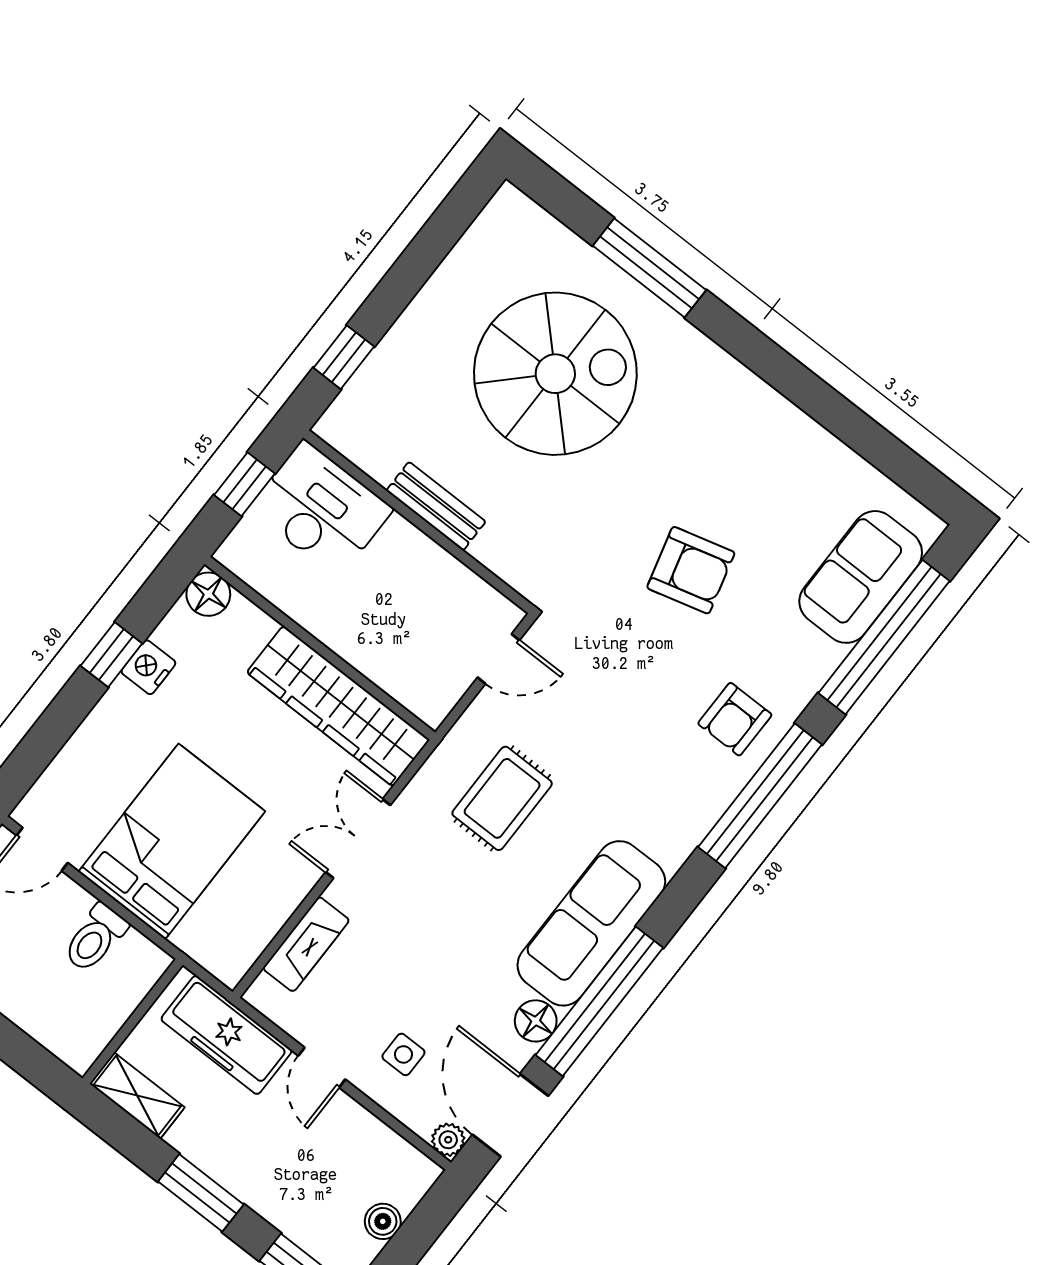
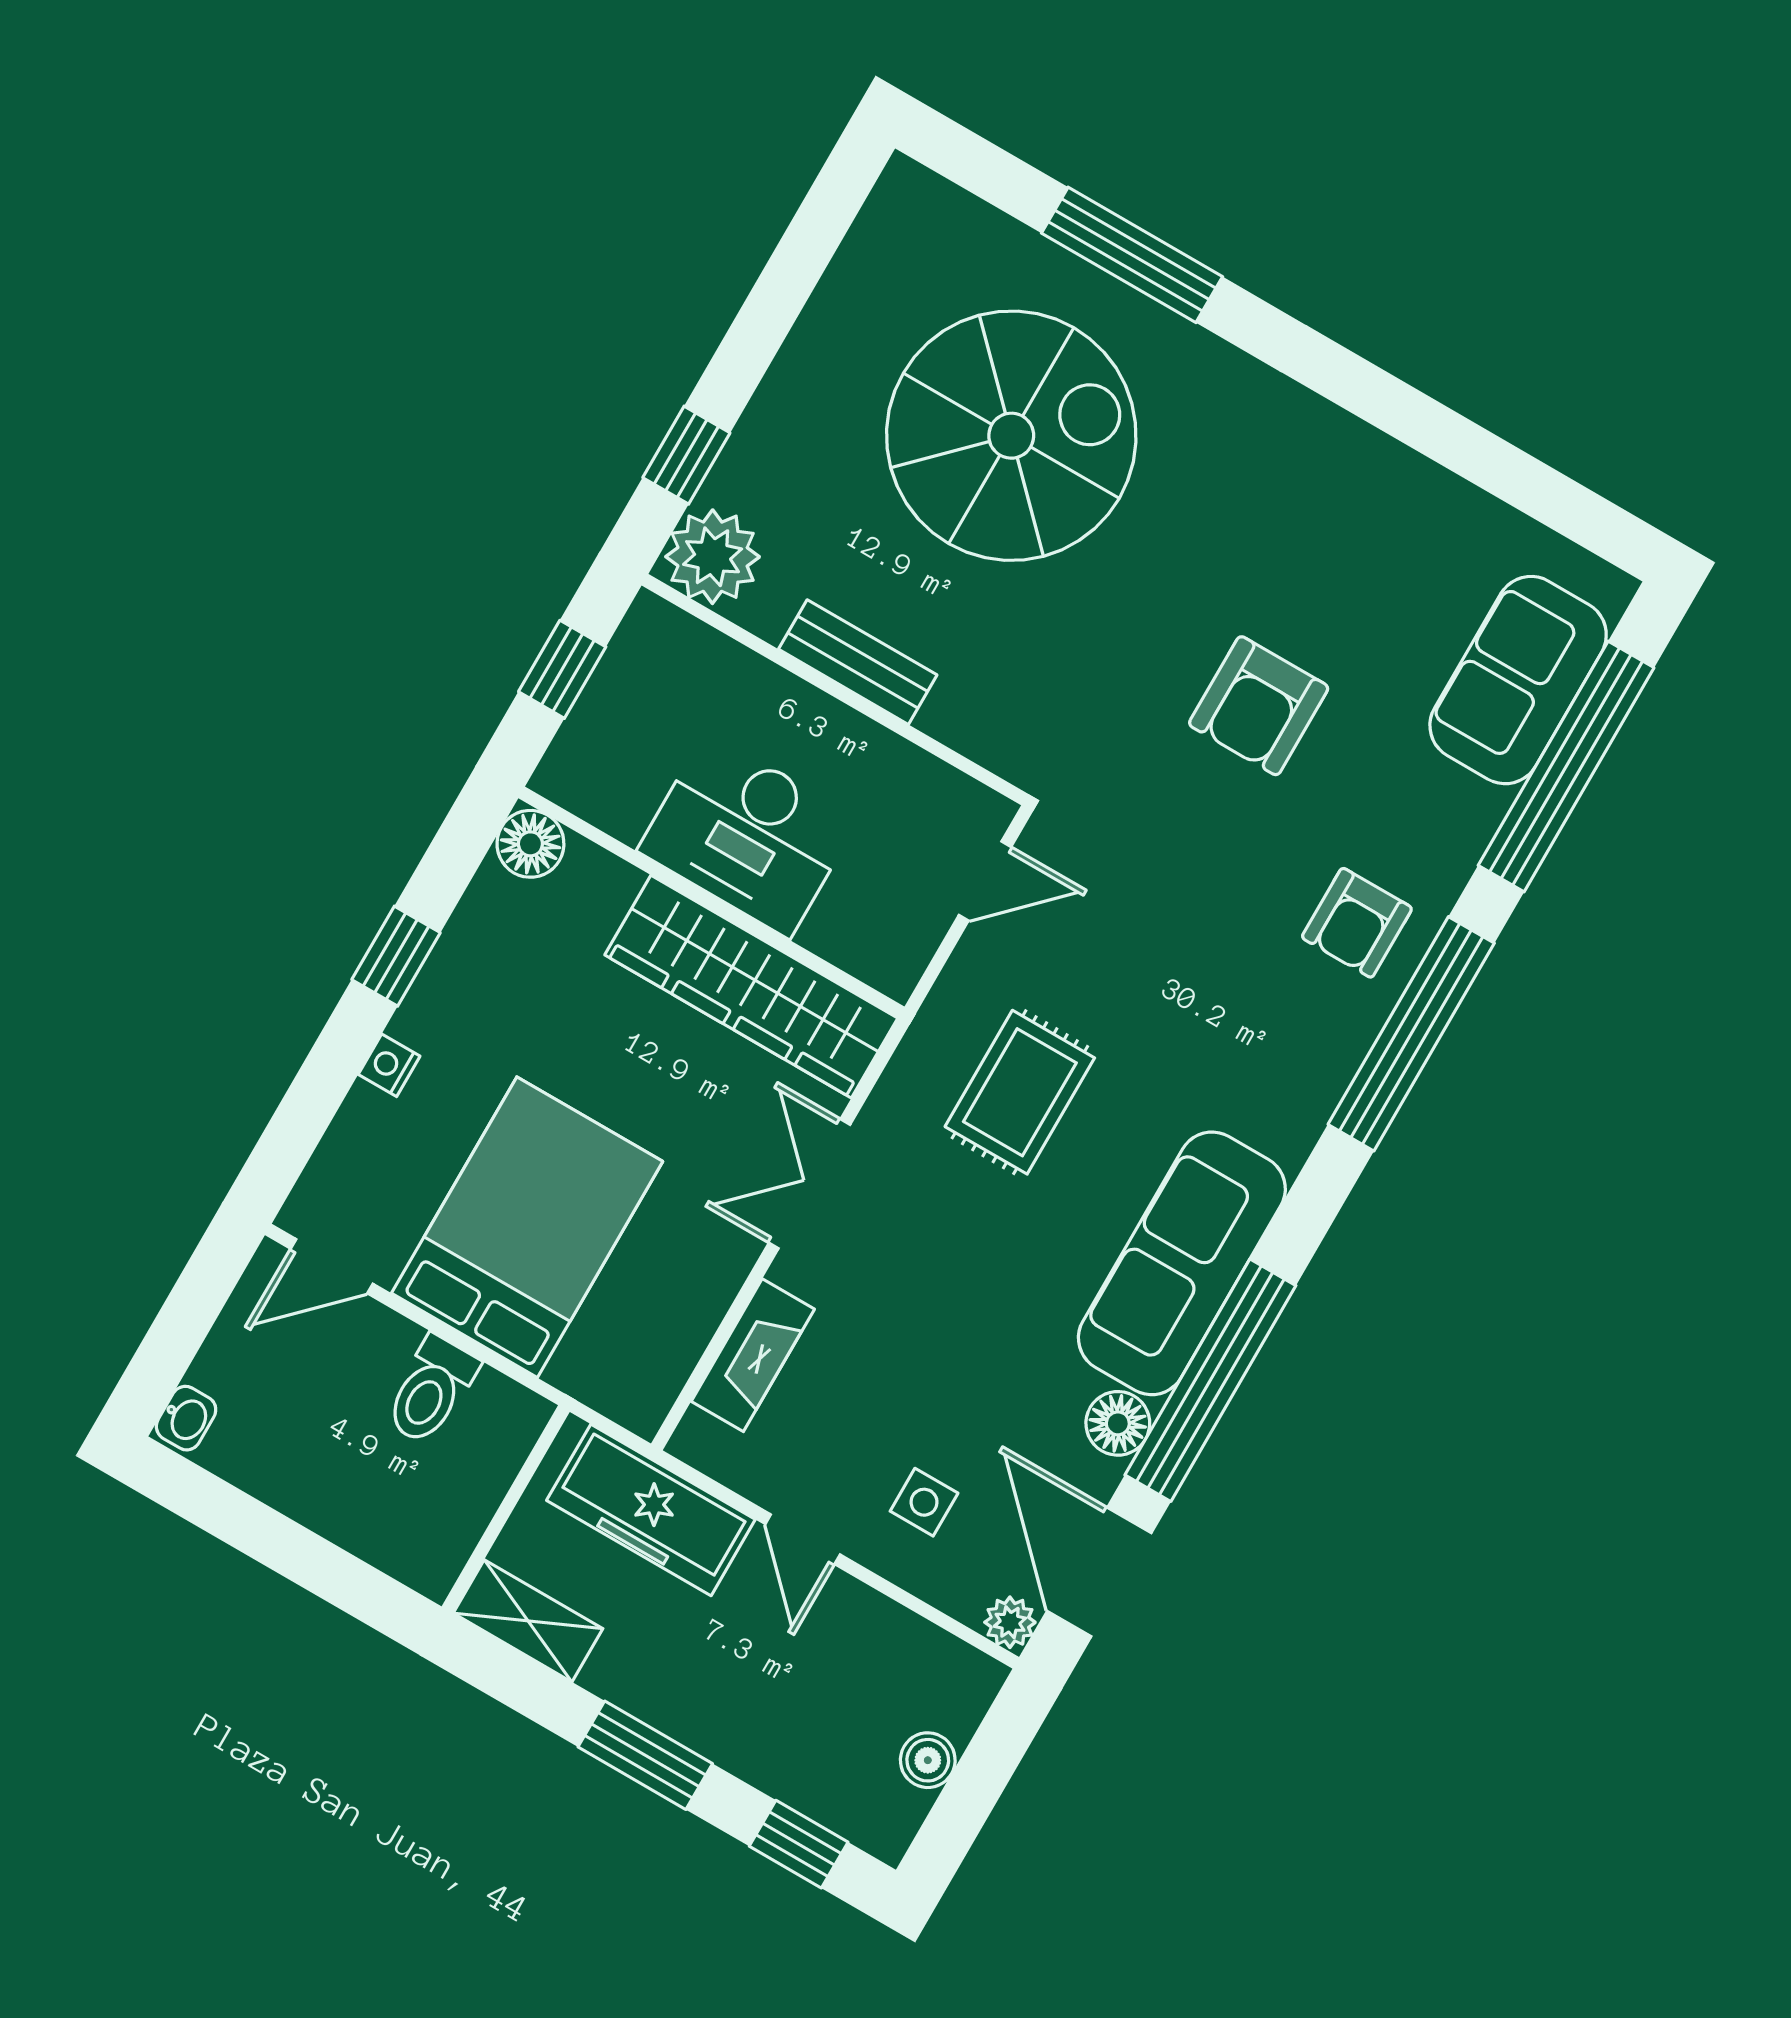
plant: (352, 425) -> (713, 557), added
desk: (321, 509) -> (748, 835), moved, turned 180
armchair: (691, 570) -> (1259, 706), turned 105
nightstand: (148, 667) -> (389, 1065), moved, width x0.72, depth x0.74

